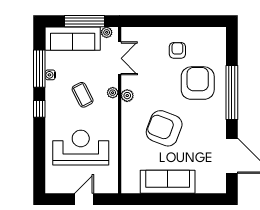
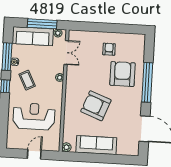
coffee table: (83, 95) -> (27, 80), moved
plant: (127, 96) -> (66, 147), moved

